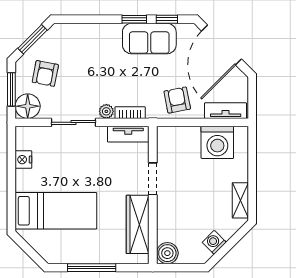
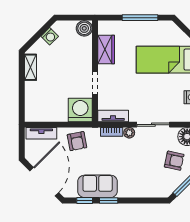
armchair: (45, 73) -> (174, 161), turned 91
washing machine: (217, 142) -> (80, 110), moved
wardrobe: (138, 224) -> (106, 49), width x0.67

